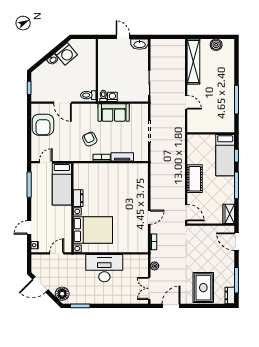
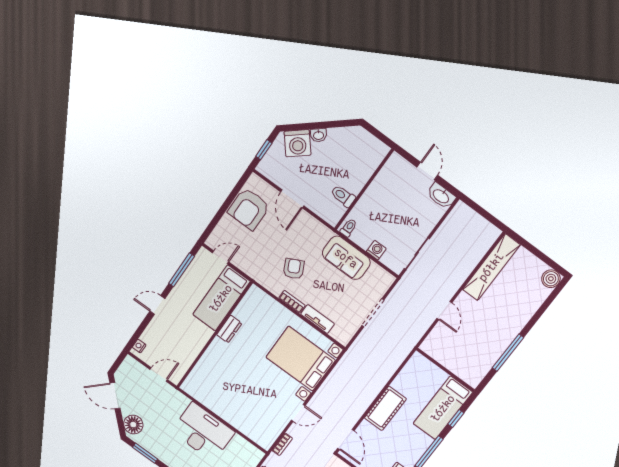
boiler: (216, 45) -> (551, 279), moved
washing machine: (66, 54) -> (298, 143), moved
toilet: (88, 95) -> (343, 196), moved
washing machine: (112, 97) -> (376, 250), moved
door: (29, 227) -> (157, 305), moved
bed with nightstands: (93, 230) -> (301, 359), moved, turned 180

